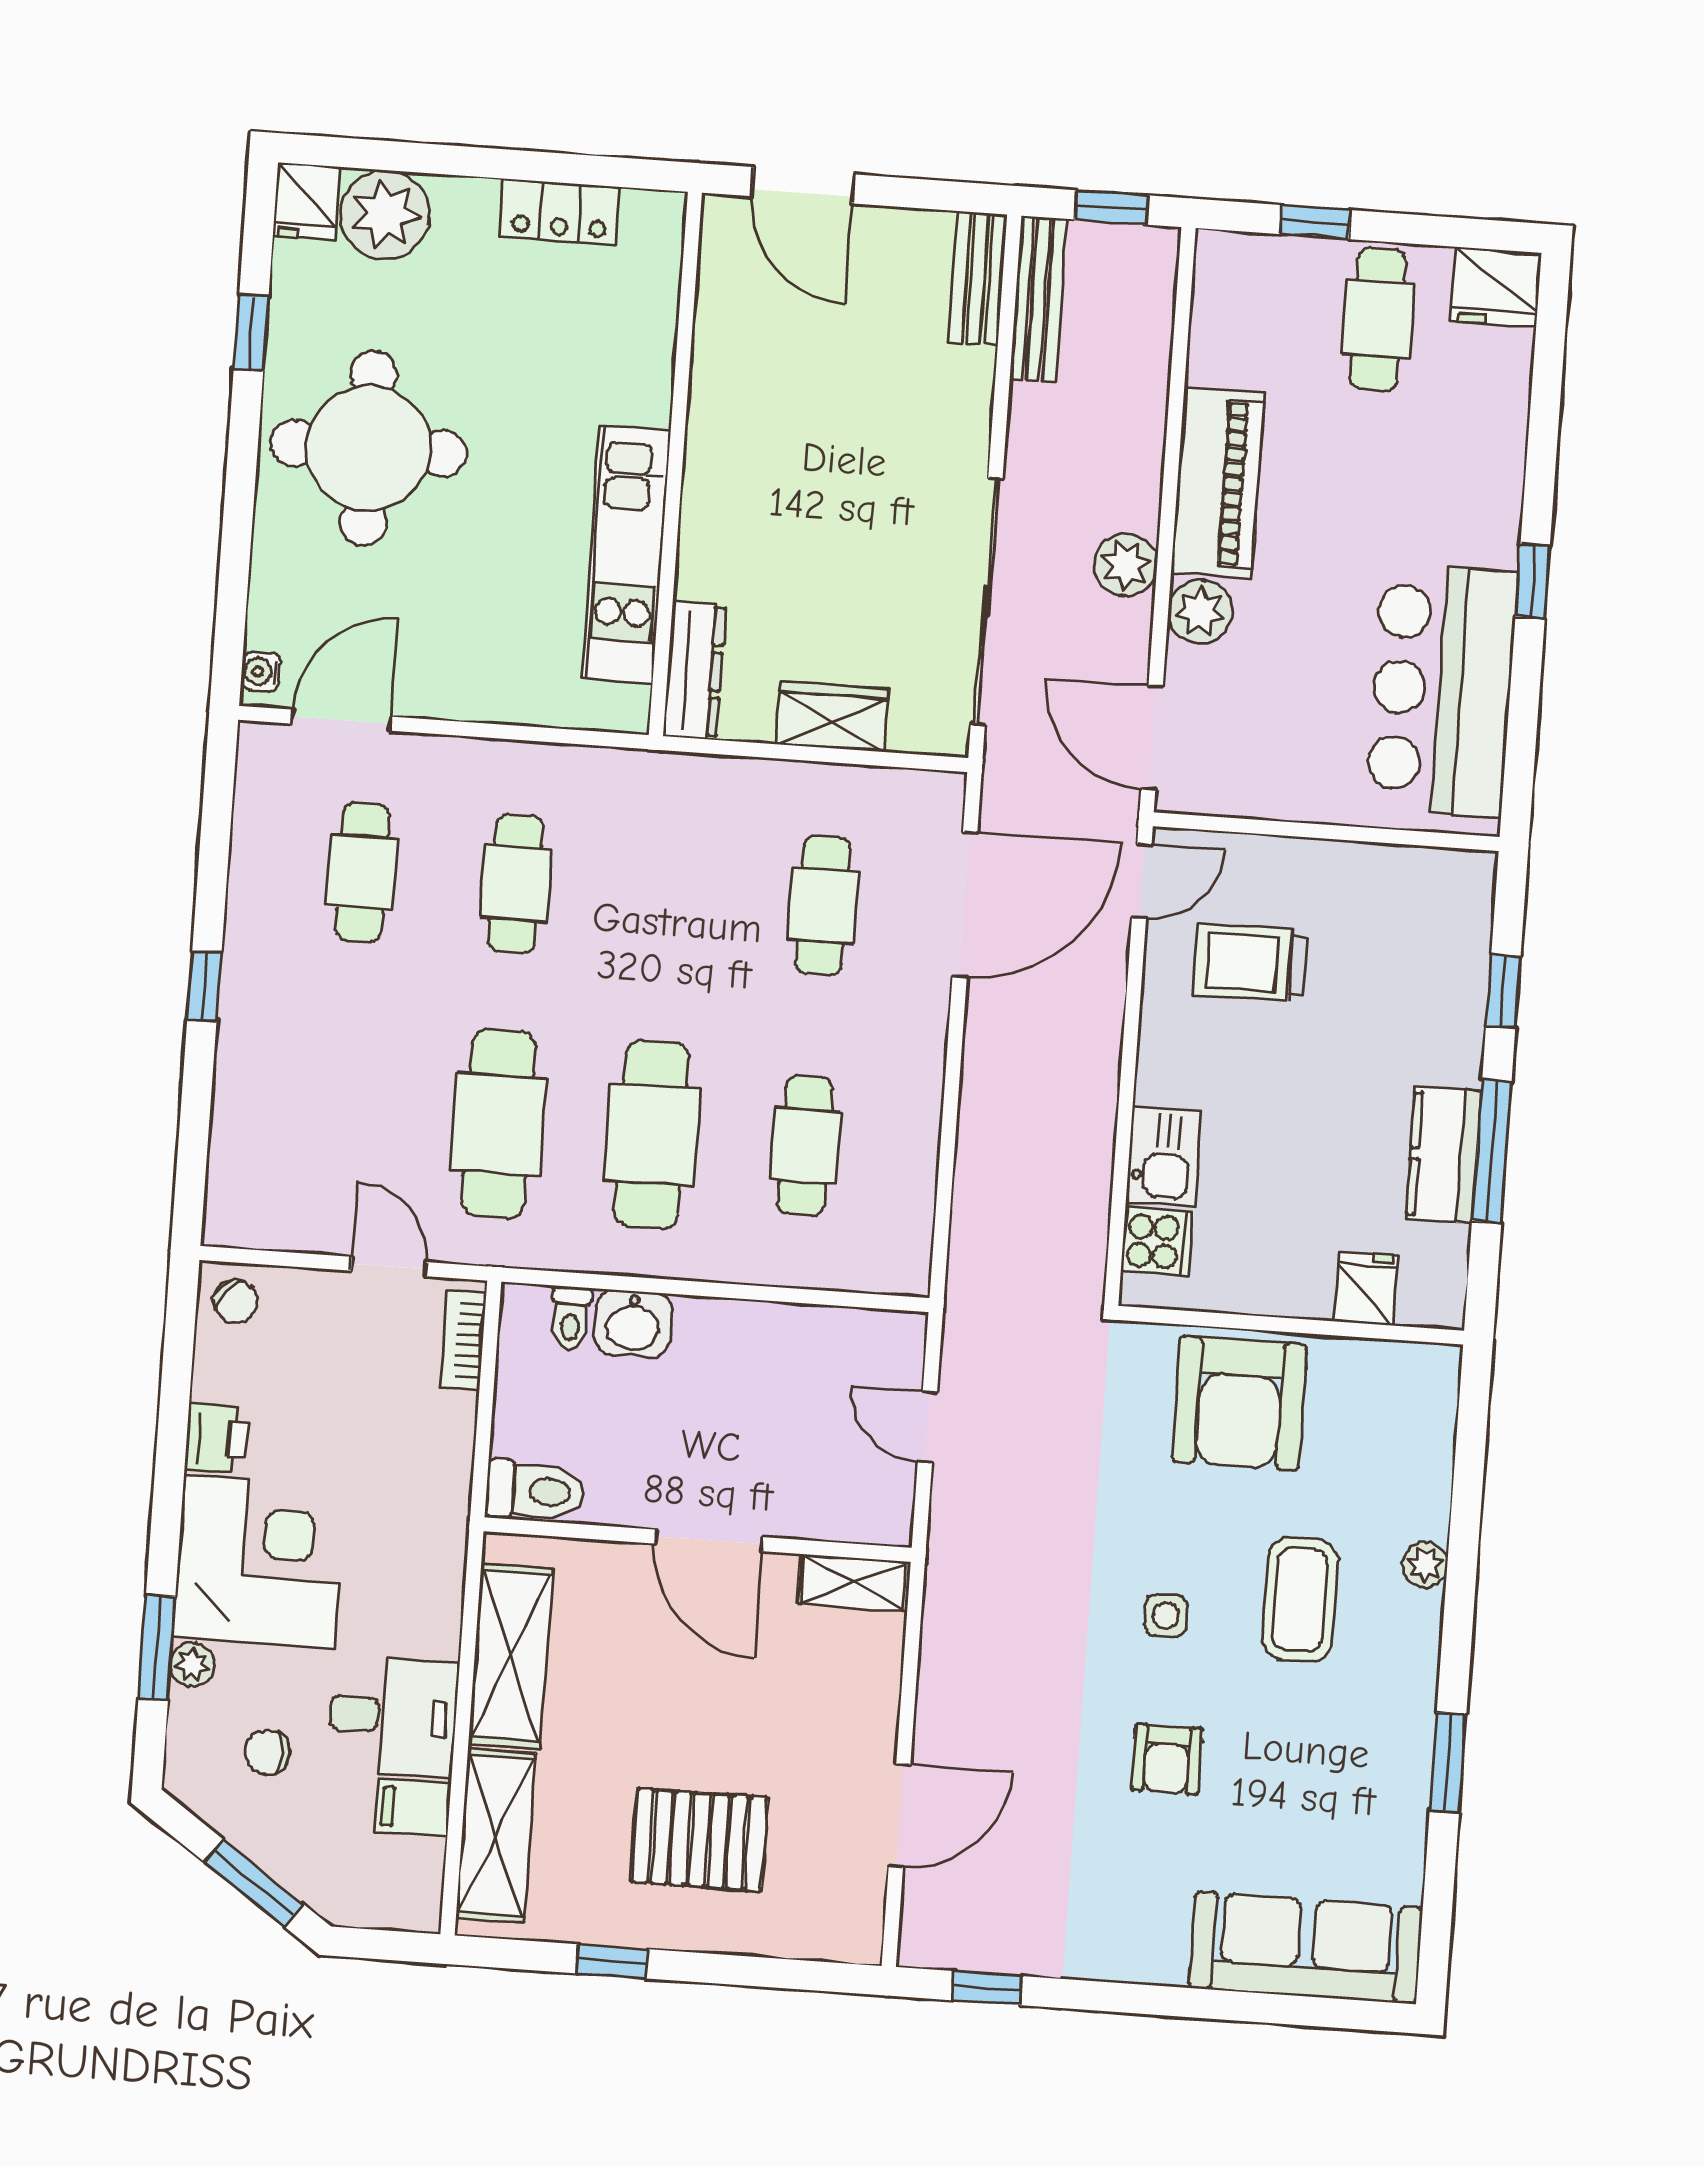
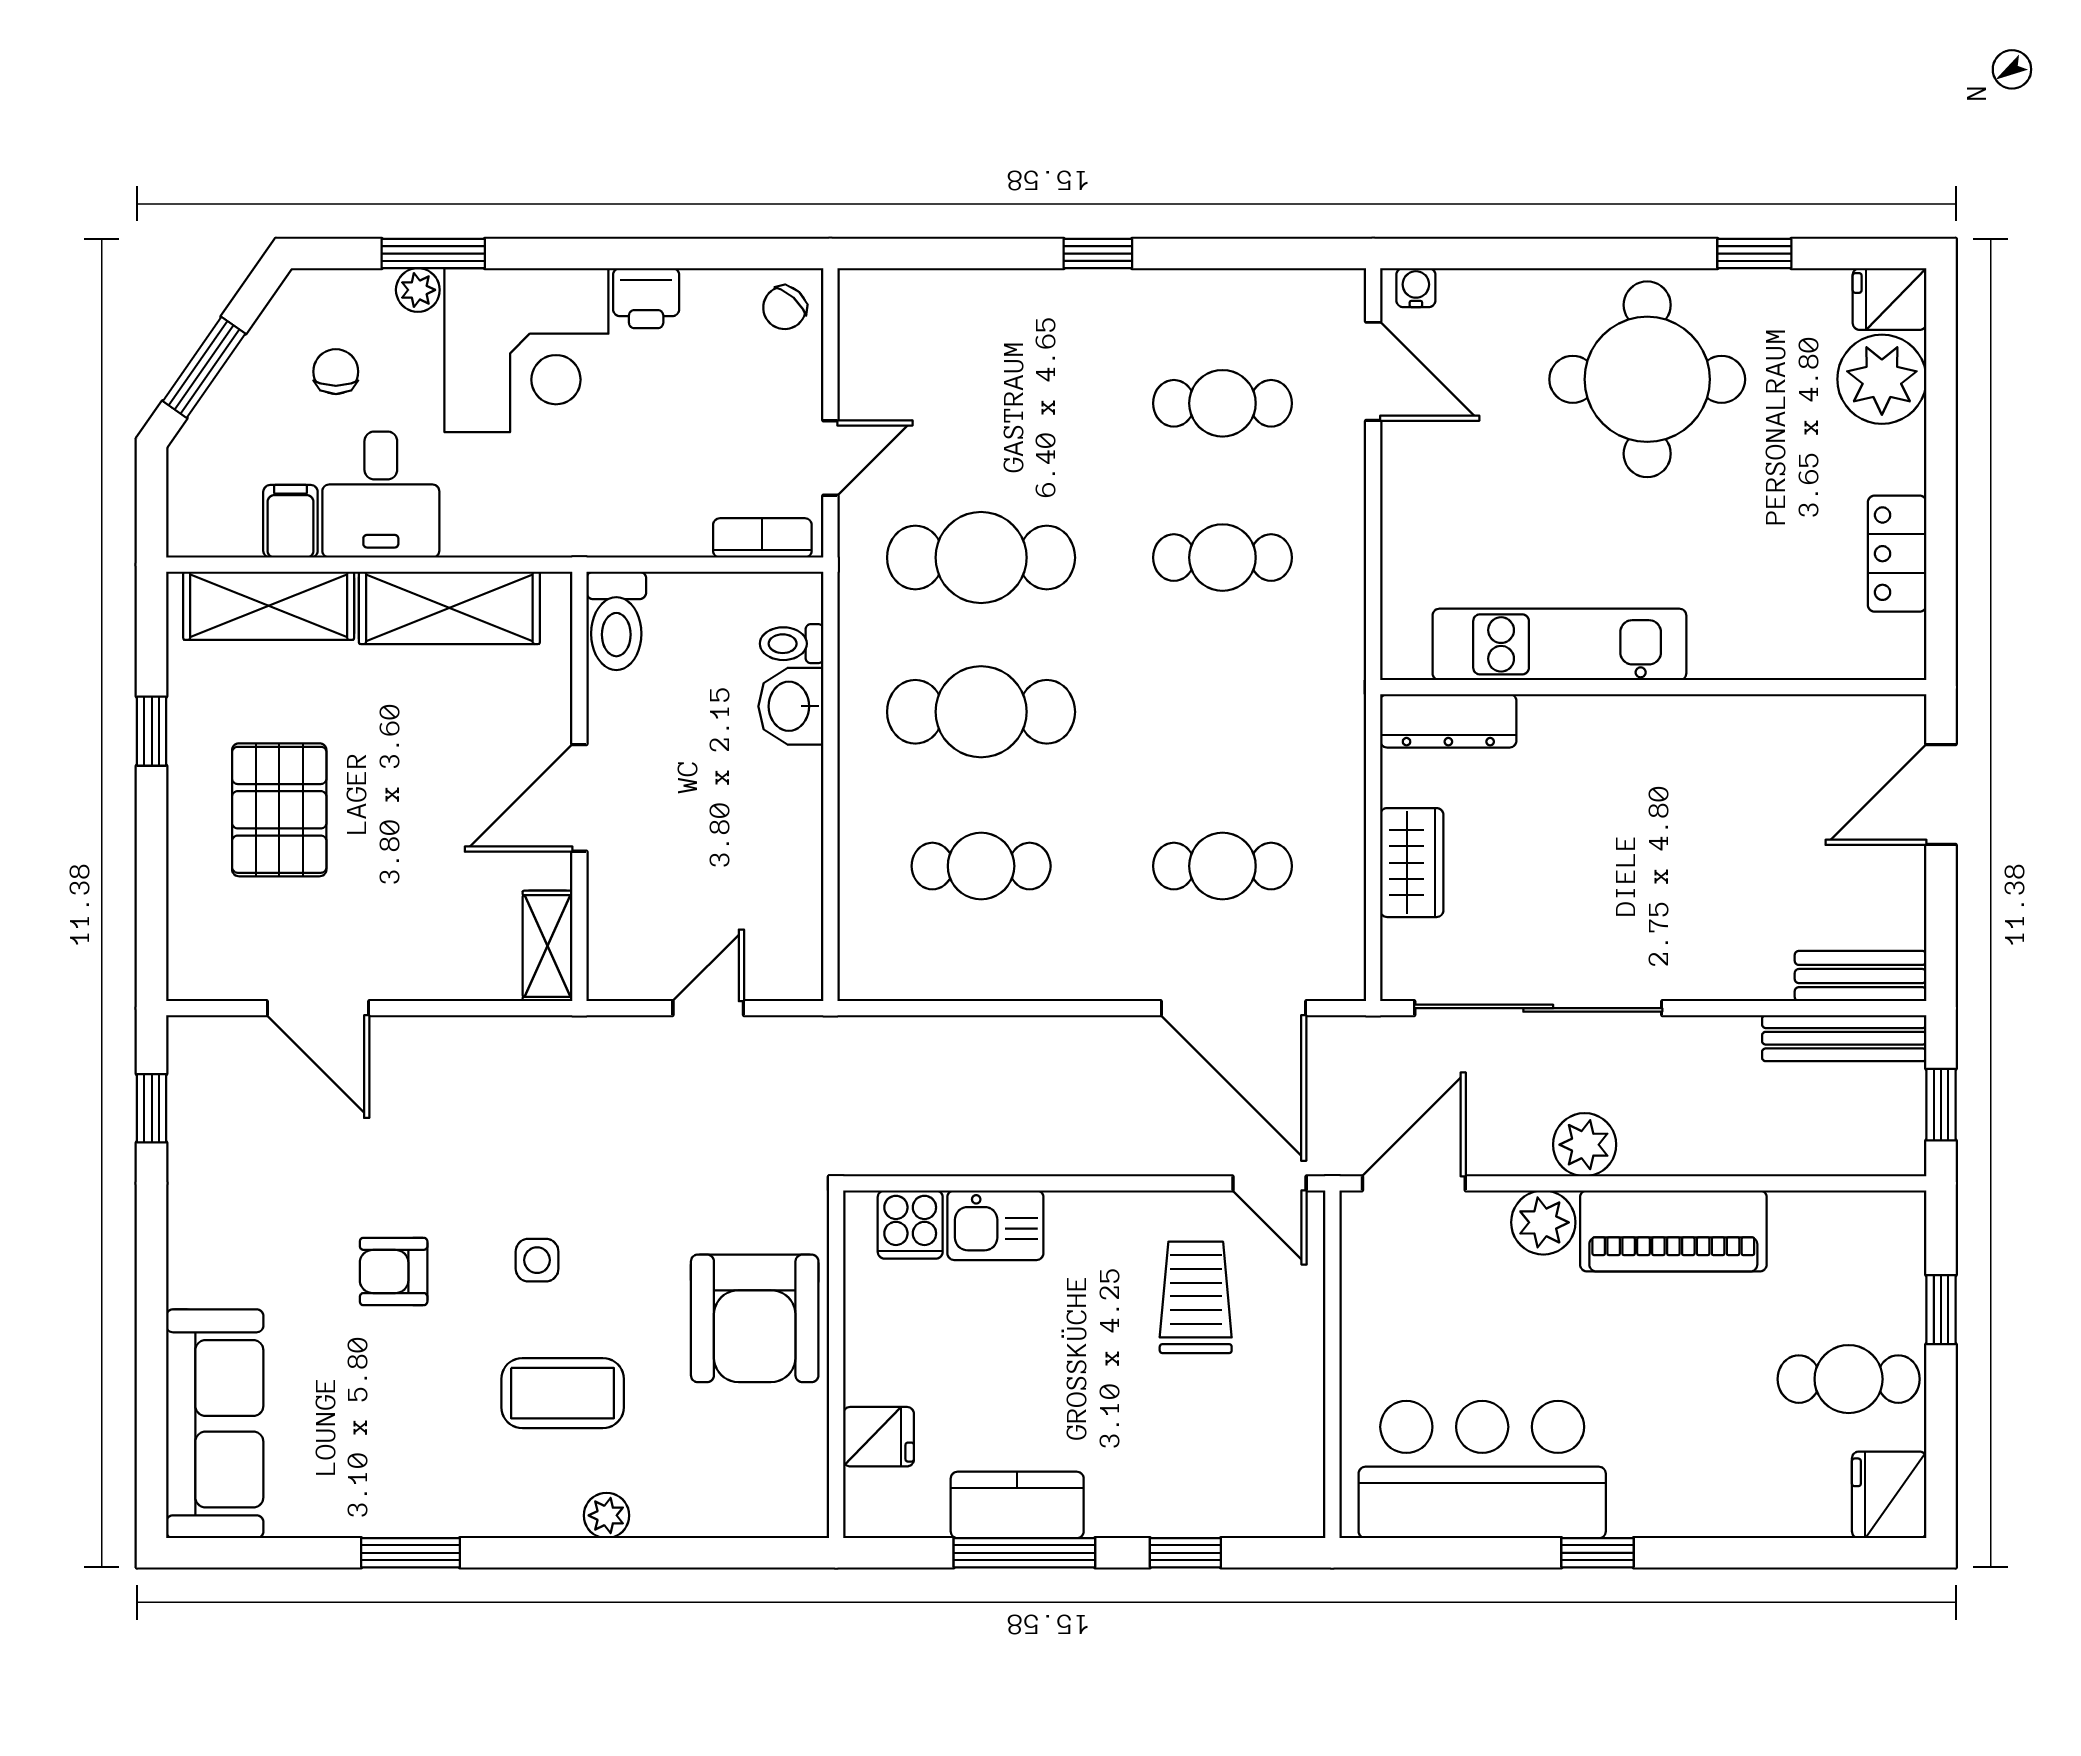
armchair: (1239, 1403) -> (755, 1318), turned -90

